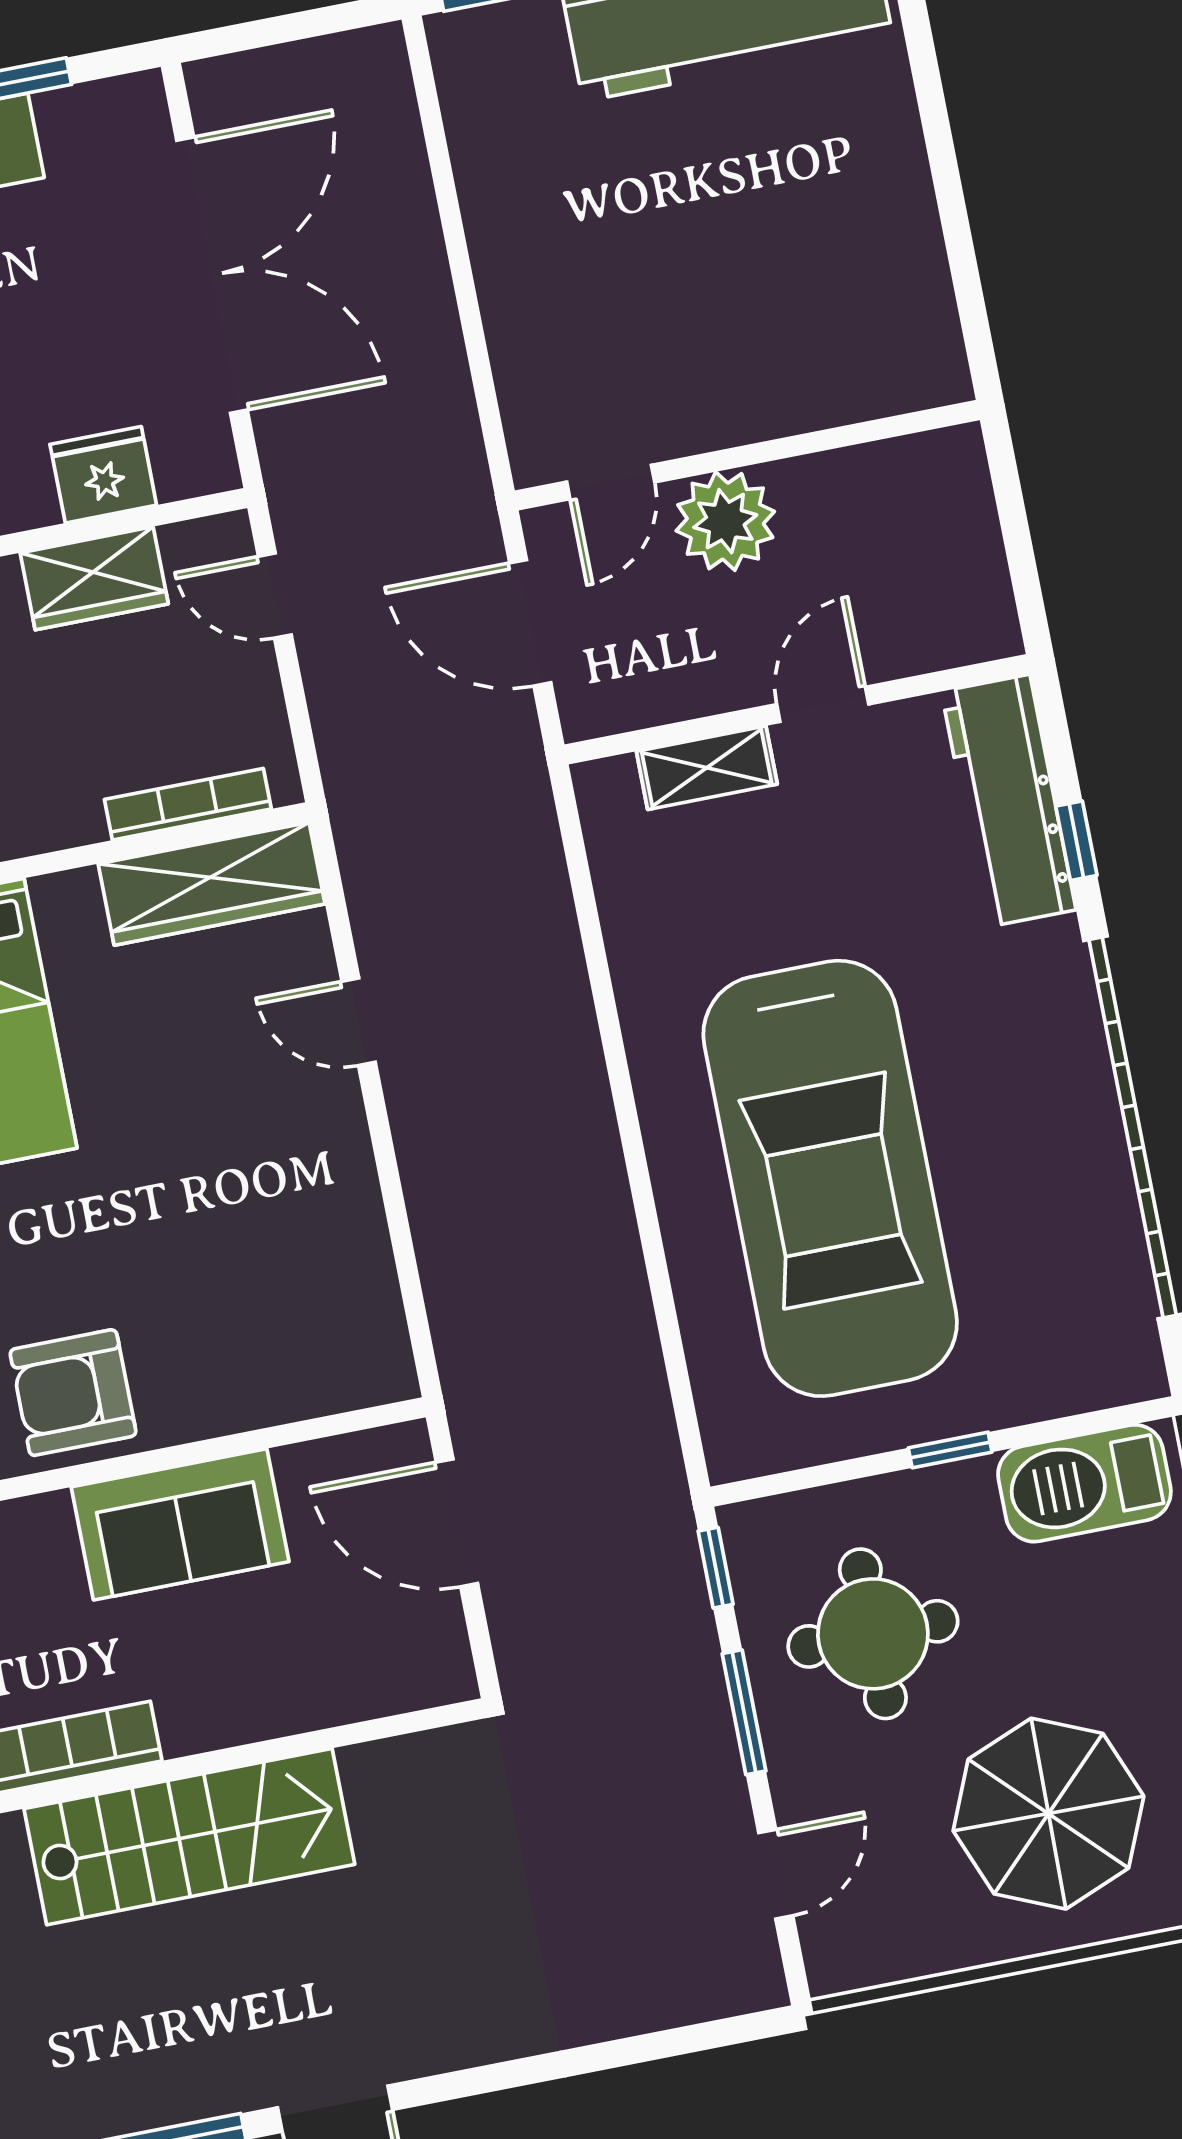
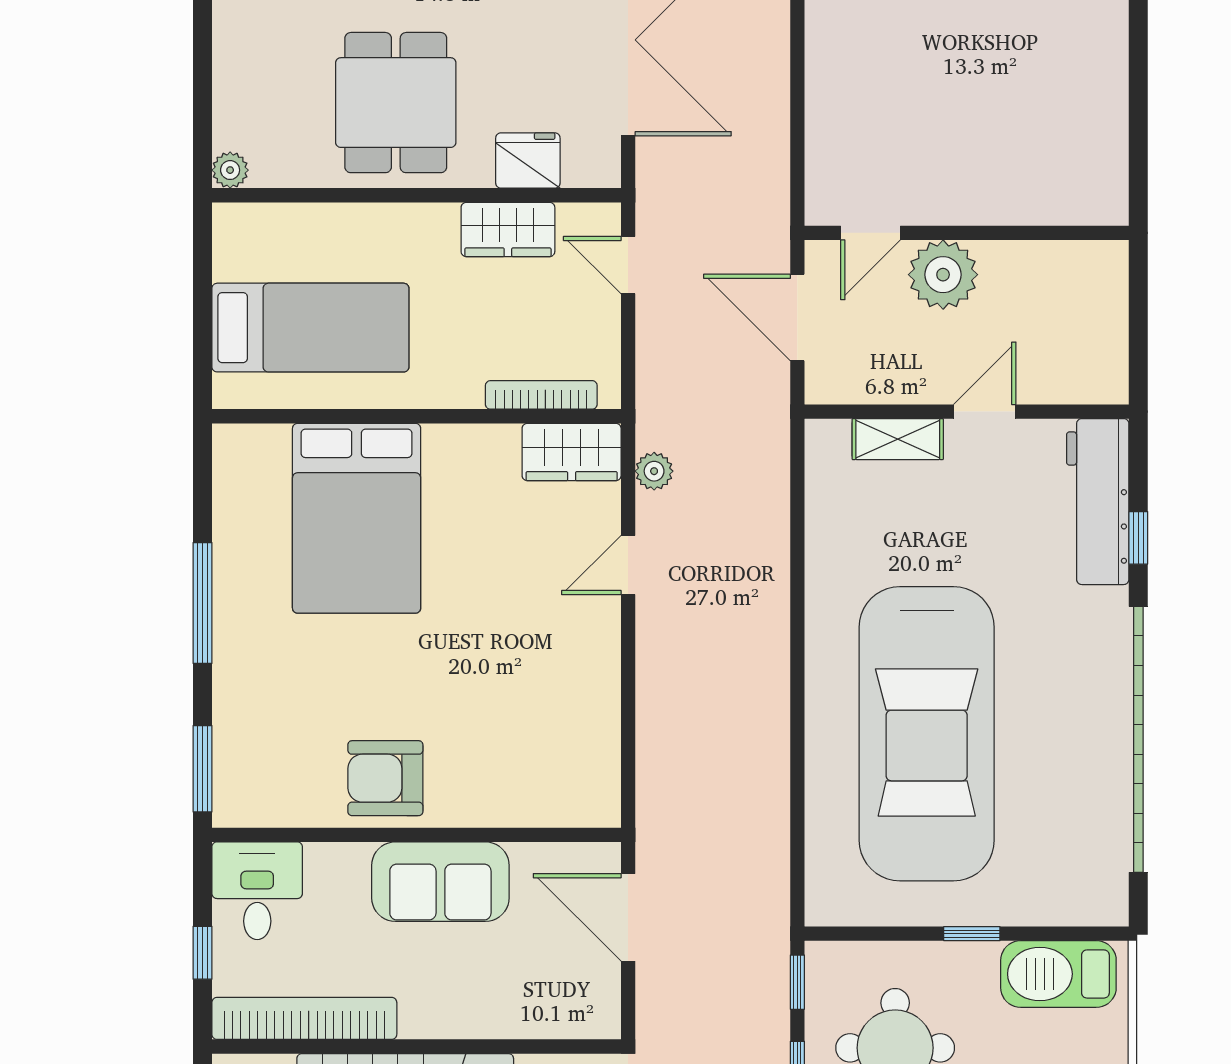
plant: (369, 881) -> (654, 471), added
wardrobe: (212, 884) -> (572, 452), width x0.67
door: (359, 1022) -> (628, 565), hinge flipped

